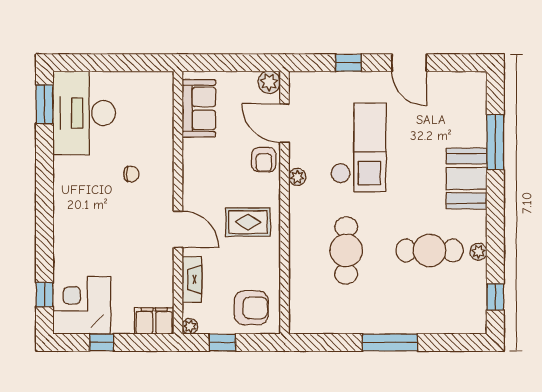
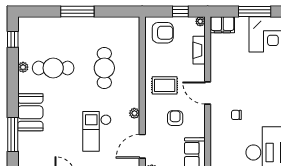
door: (285, 123) -> (142, 146), swing flipped
checkout: (358, 147) -> (97, 131), width x0.73, depth x0.83
armchair: (264, 160) -> (175, 118), moved
door: (178, 229) -> (208, 93), moved
armchair: (251, 308) -> (163, 33), turned 180
window: (102, 342) -> (255, 11), width x2.17

